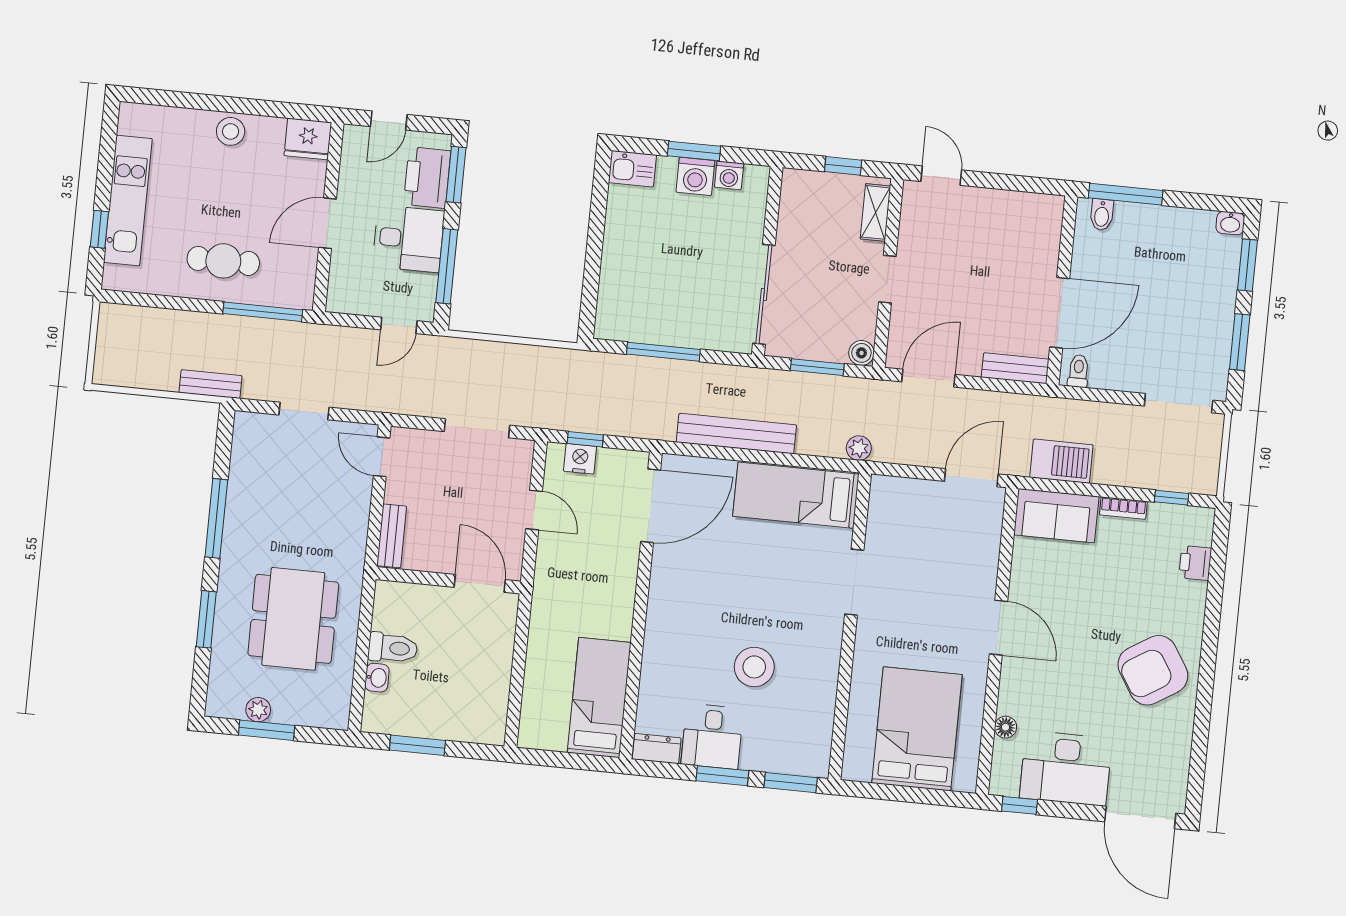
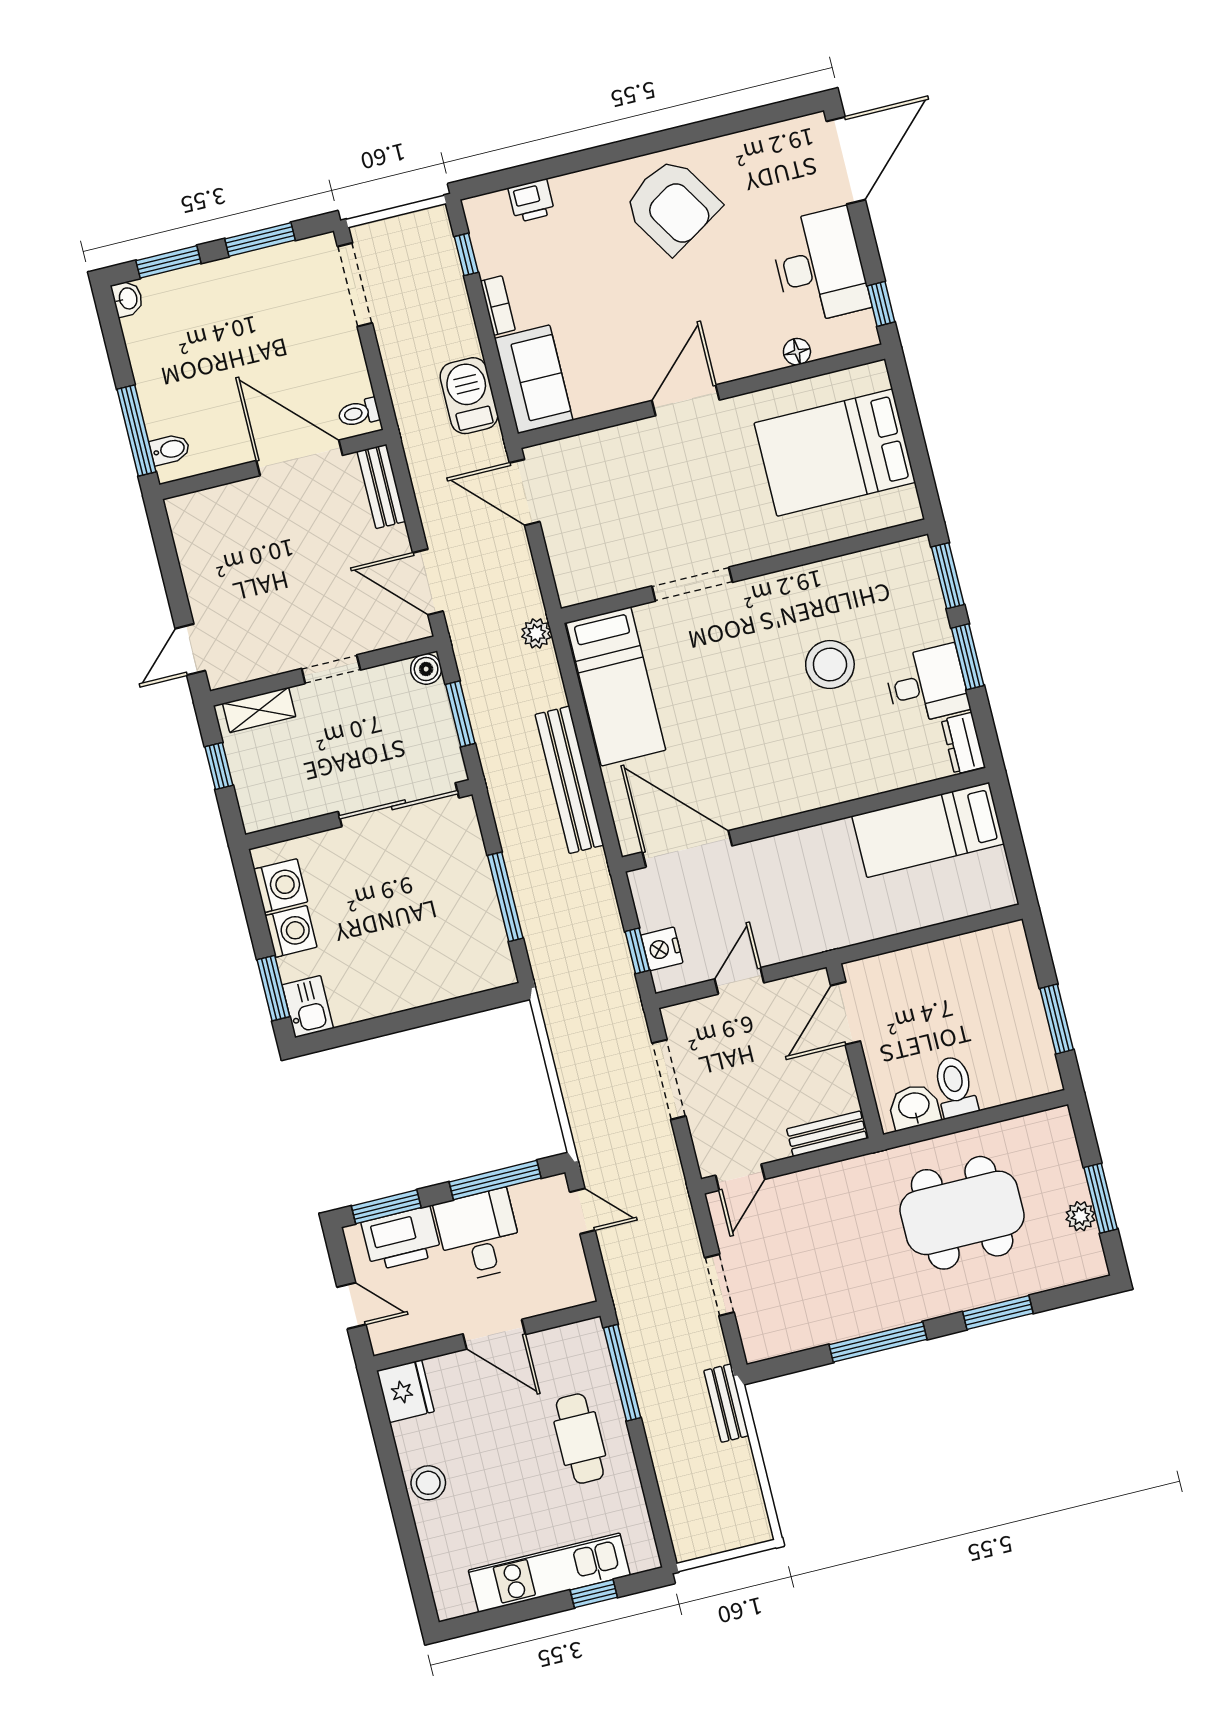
window: (694, 151) -> (273, 988), moved
washing machine: (729, 175) -> (281, 886), width x1.38, depth x1.38
washbasin: (377, 678) -> (914, 1107), moved, width x1.38, depth x1.45

